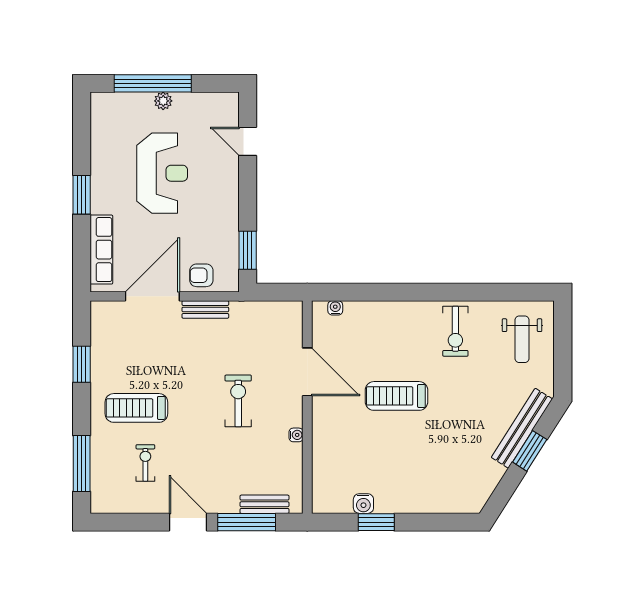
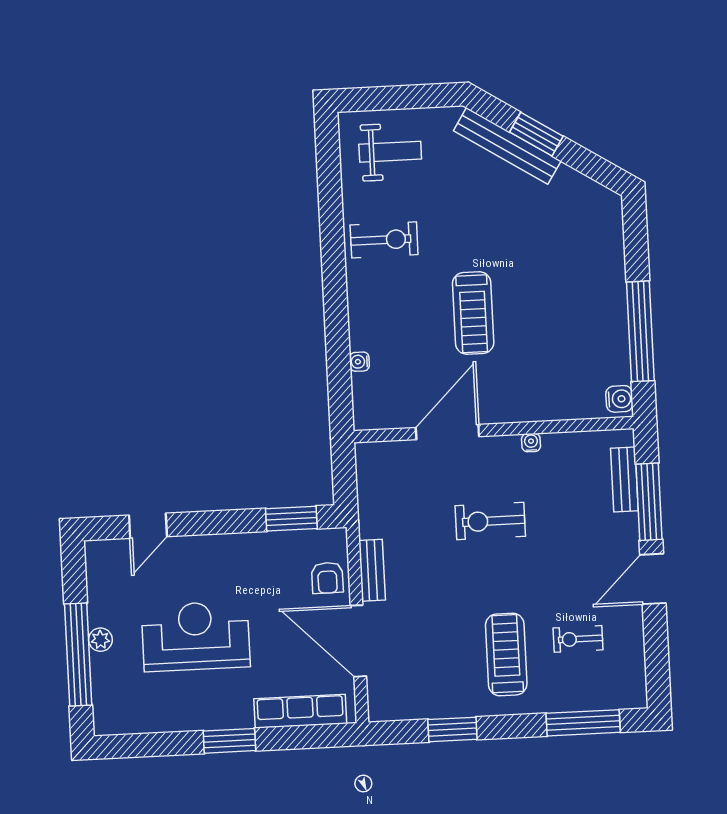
water cooler: (335, 308) -> (359, 362), moved
treadmill: (136, 408) -> (506, 654), turned 180
water cooler: (363, 504) -> (619, 399), moved
window: (376, 522) -> (640, 331), width x2.11

